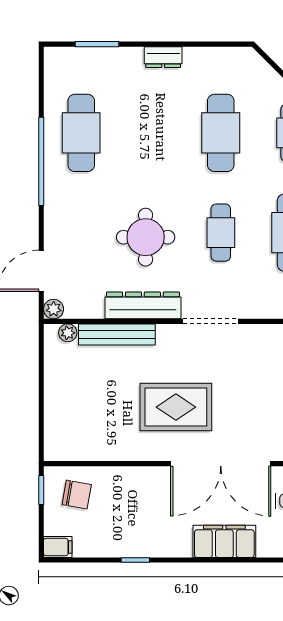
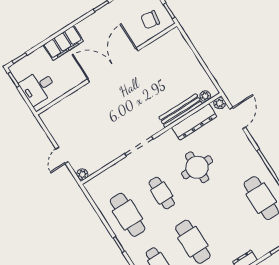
dresser: (143, 305) -> (194, 122), moved
rug: (176, 407) -> (129, 94), removed
double door: (221, 464) -> (113, 65), moved

